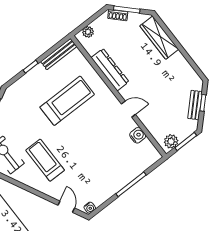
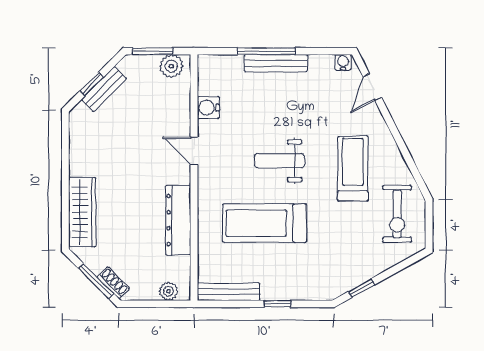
weight bench: (83, 136) -> (280, 161), added
treadmill: (45, 160) -> (353, 169), turned 180
bench: (122, 182) -> (276, 63), added

